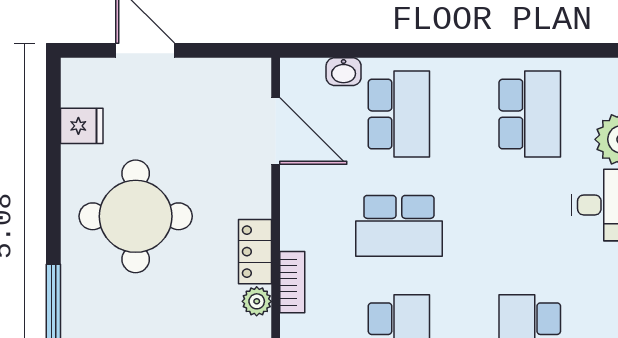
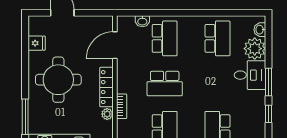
door: (276, 131) -> (115, 45), swing flipped
locker: (255, 252) -> (107, 87), width x1.53

